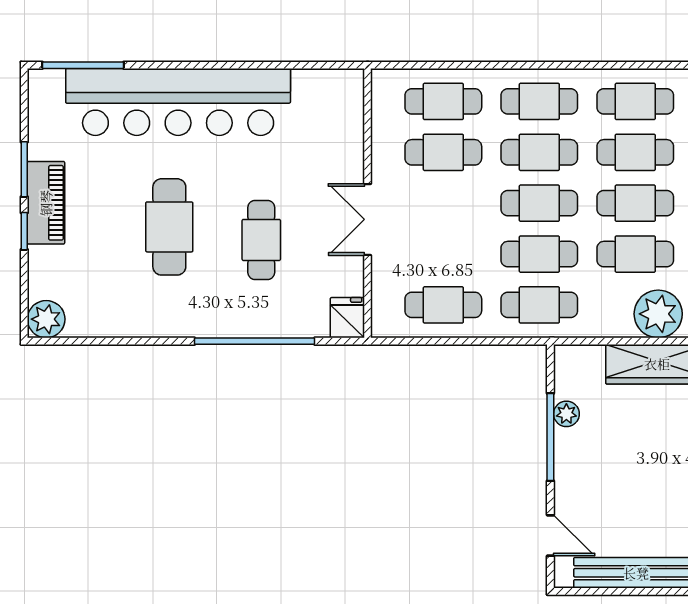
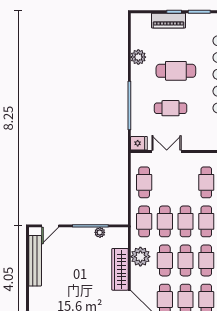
piano: (46, 203) -> (168, 21), moved
double door: (368, 219) -> (167, 151), moved
plant: (658, 314) -> (140, 257), moved
plant: (46, 319) -> (138, 57), moved

